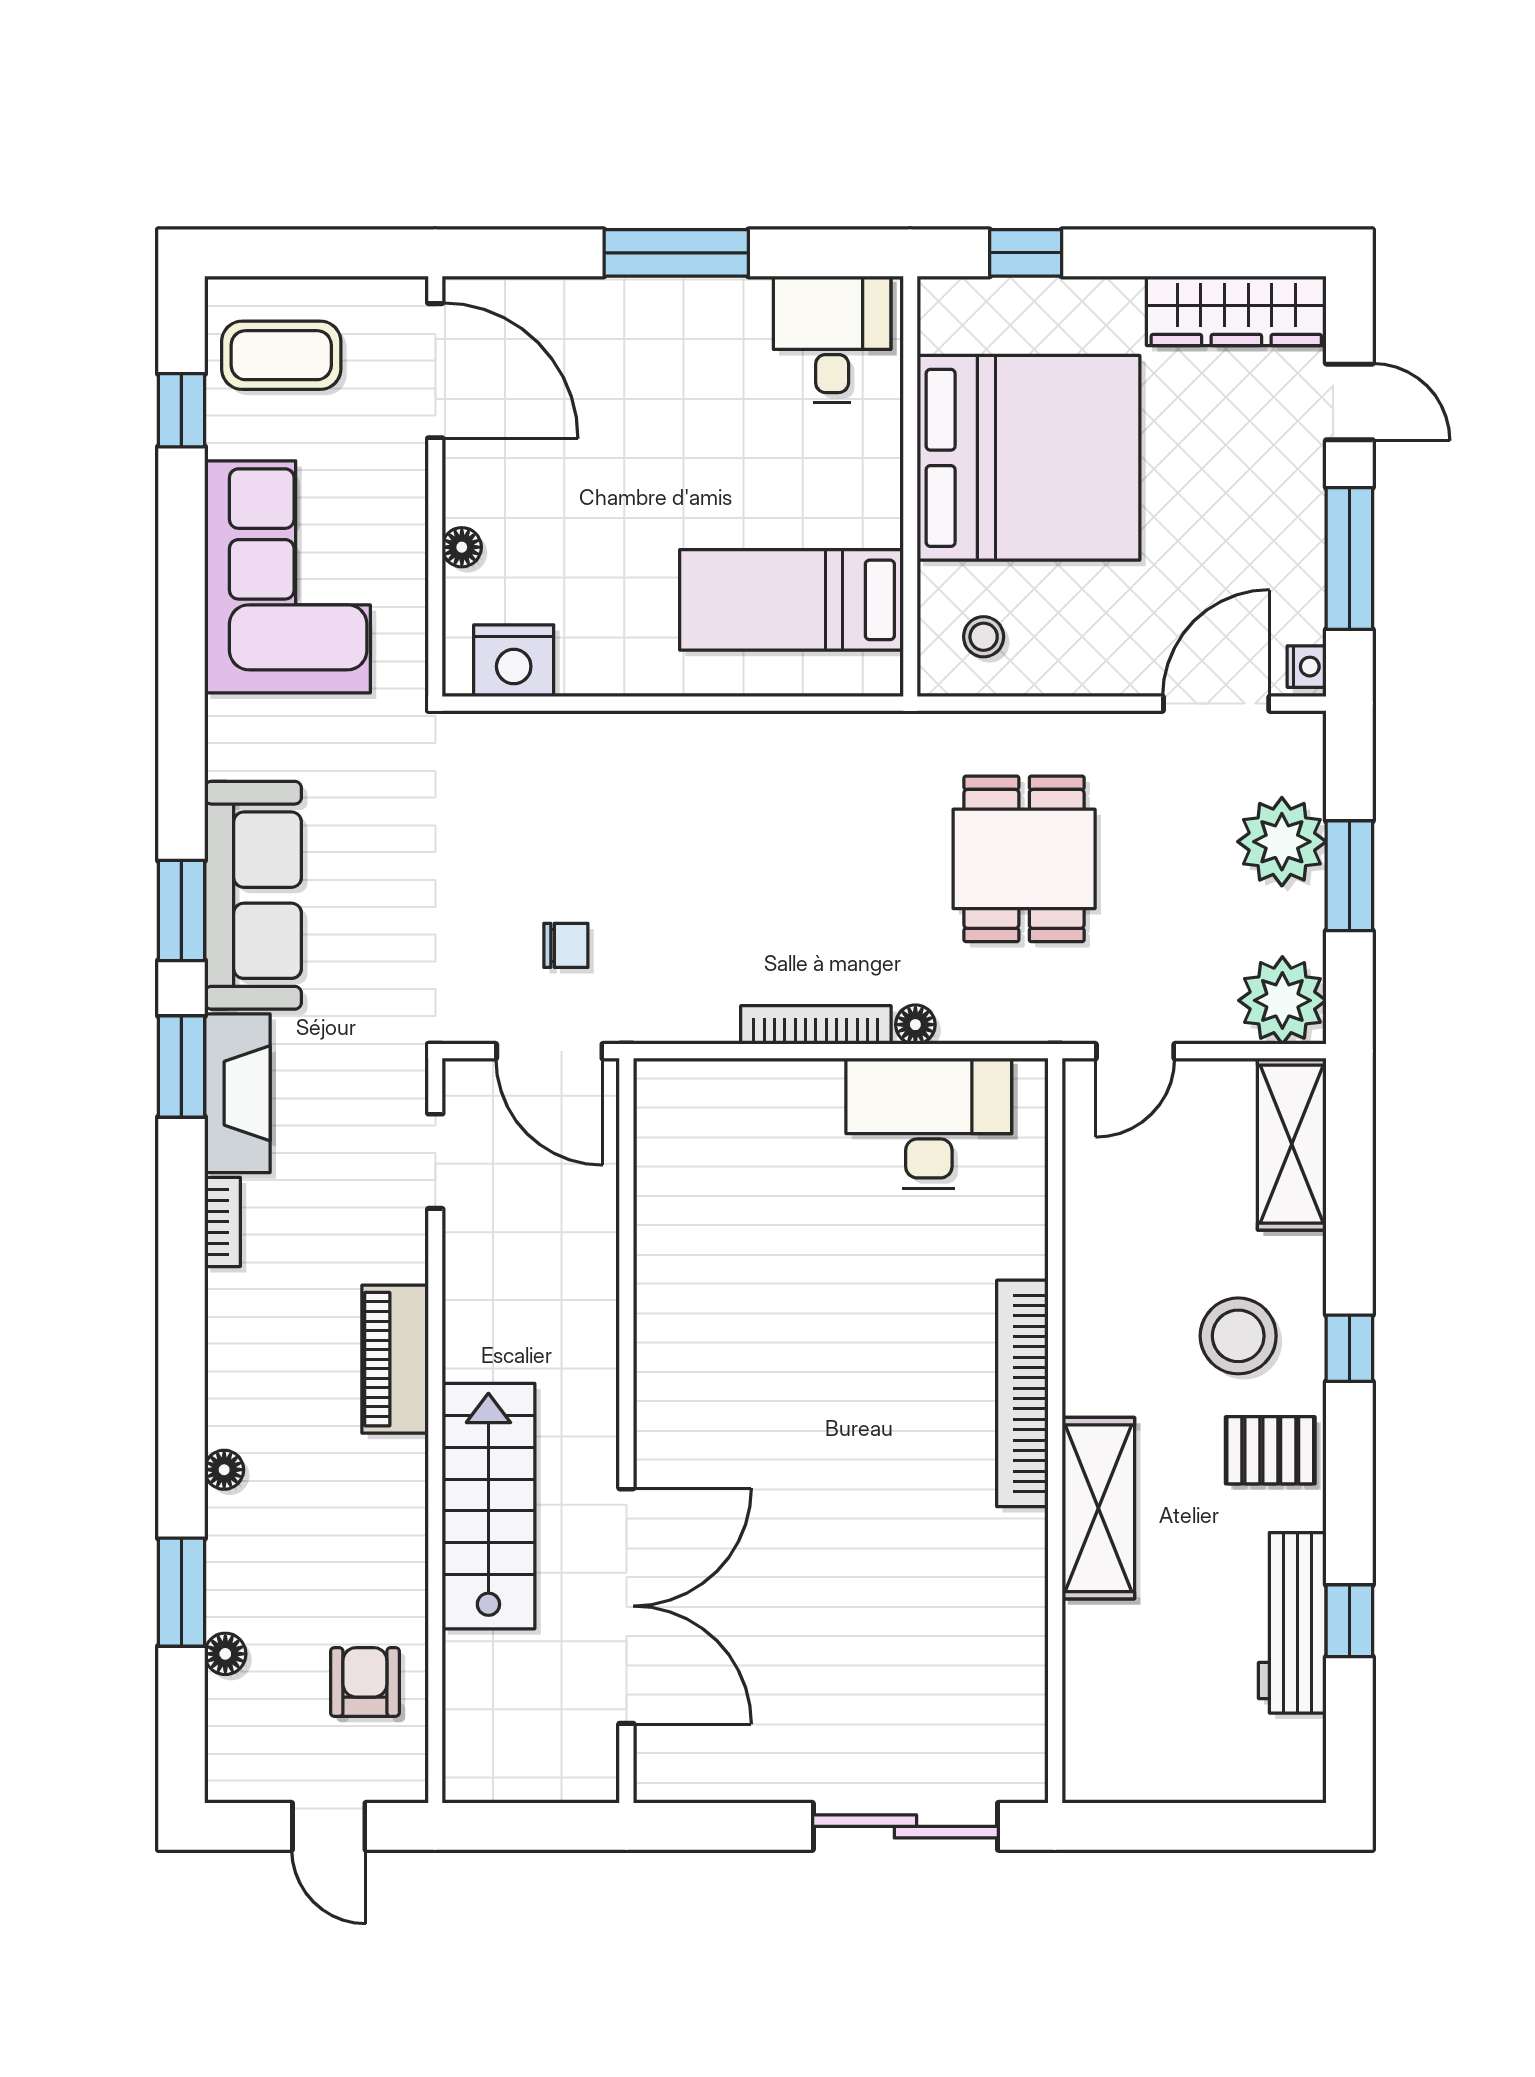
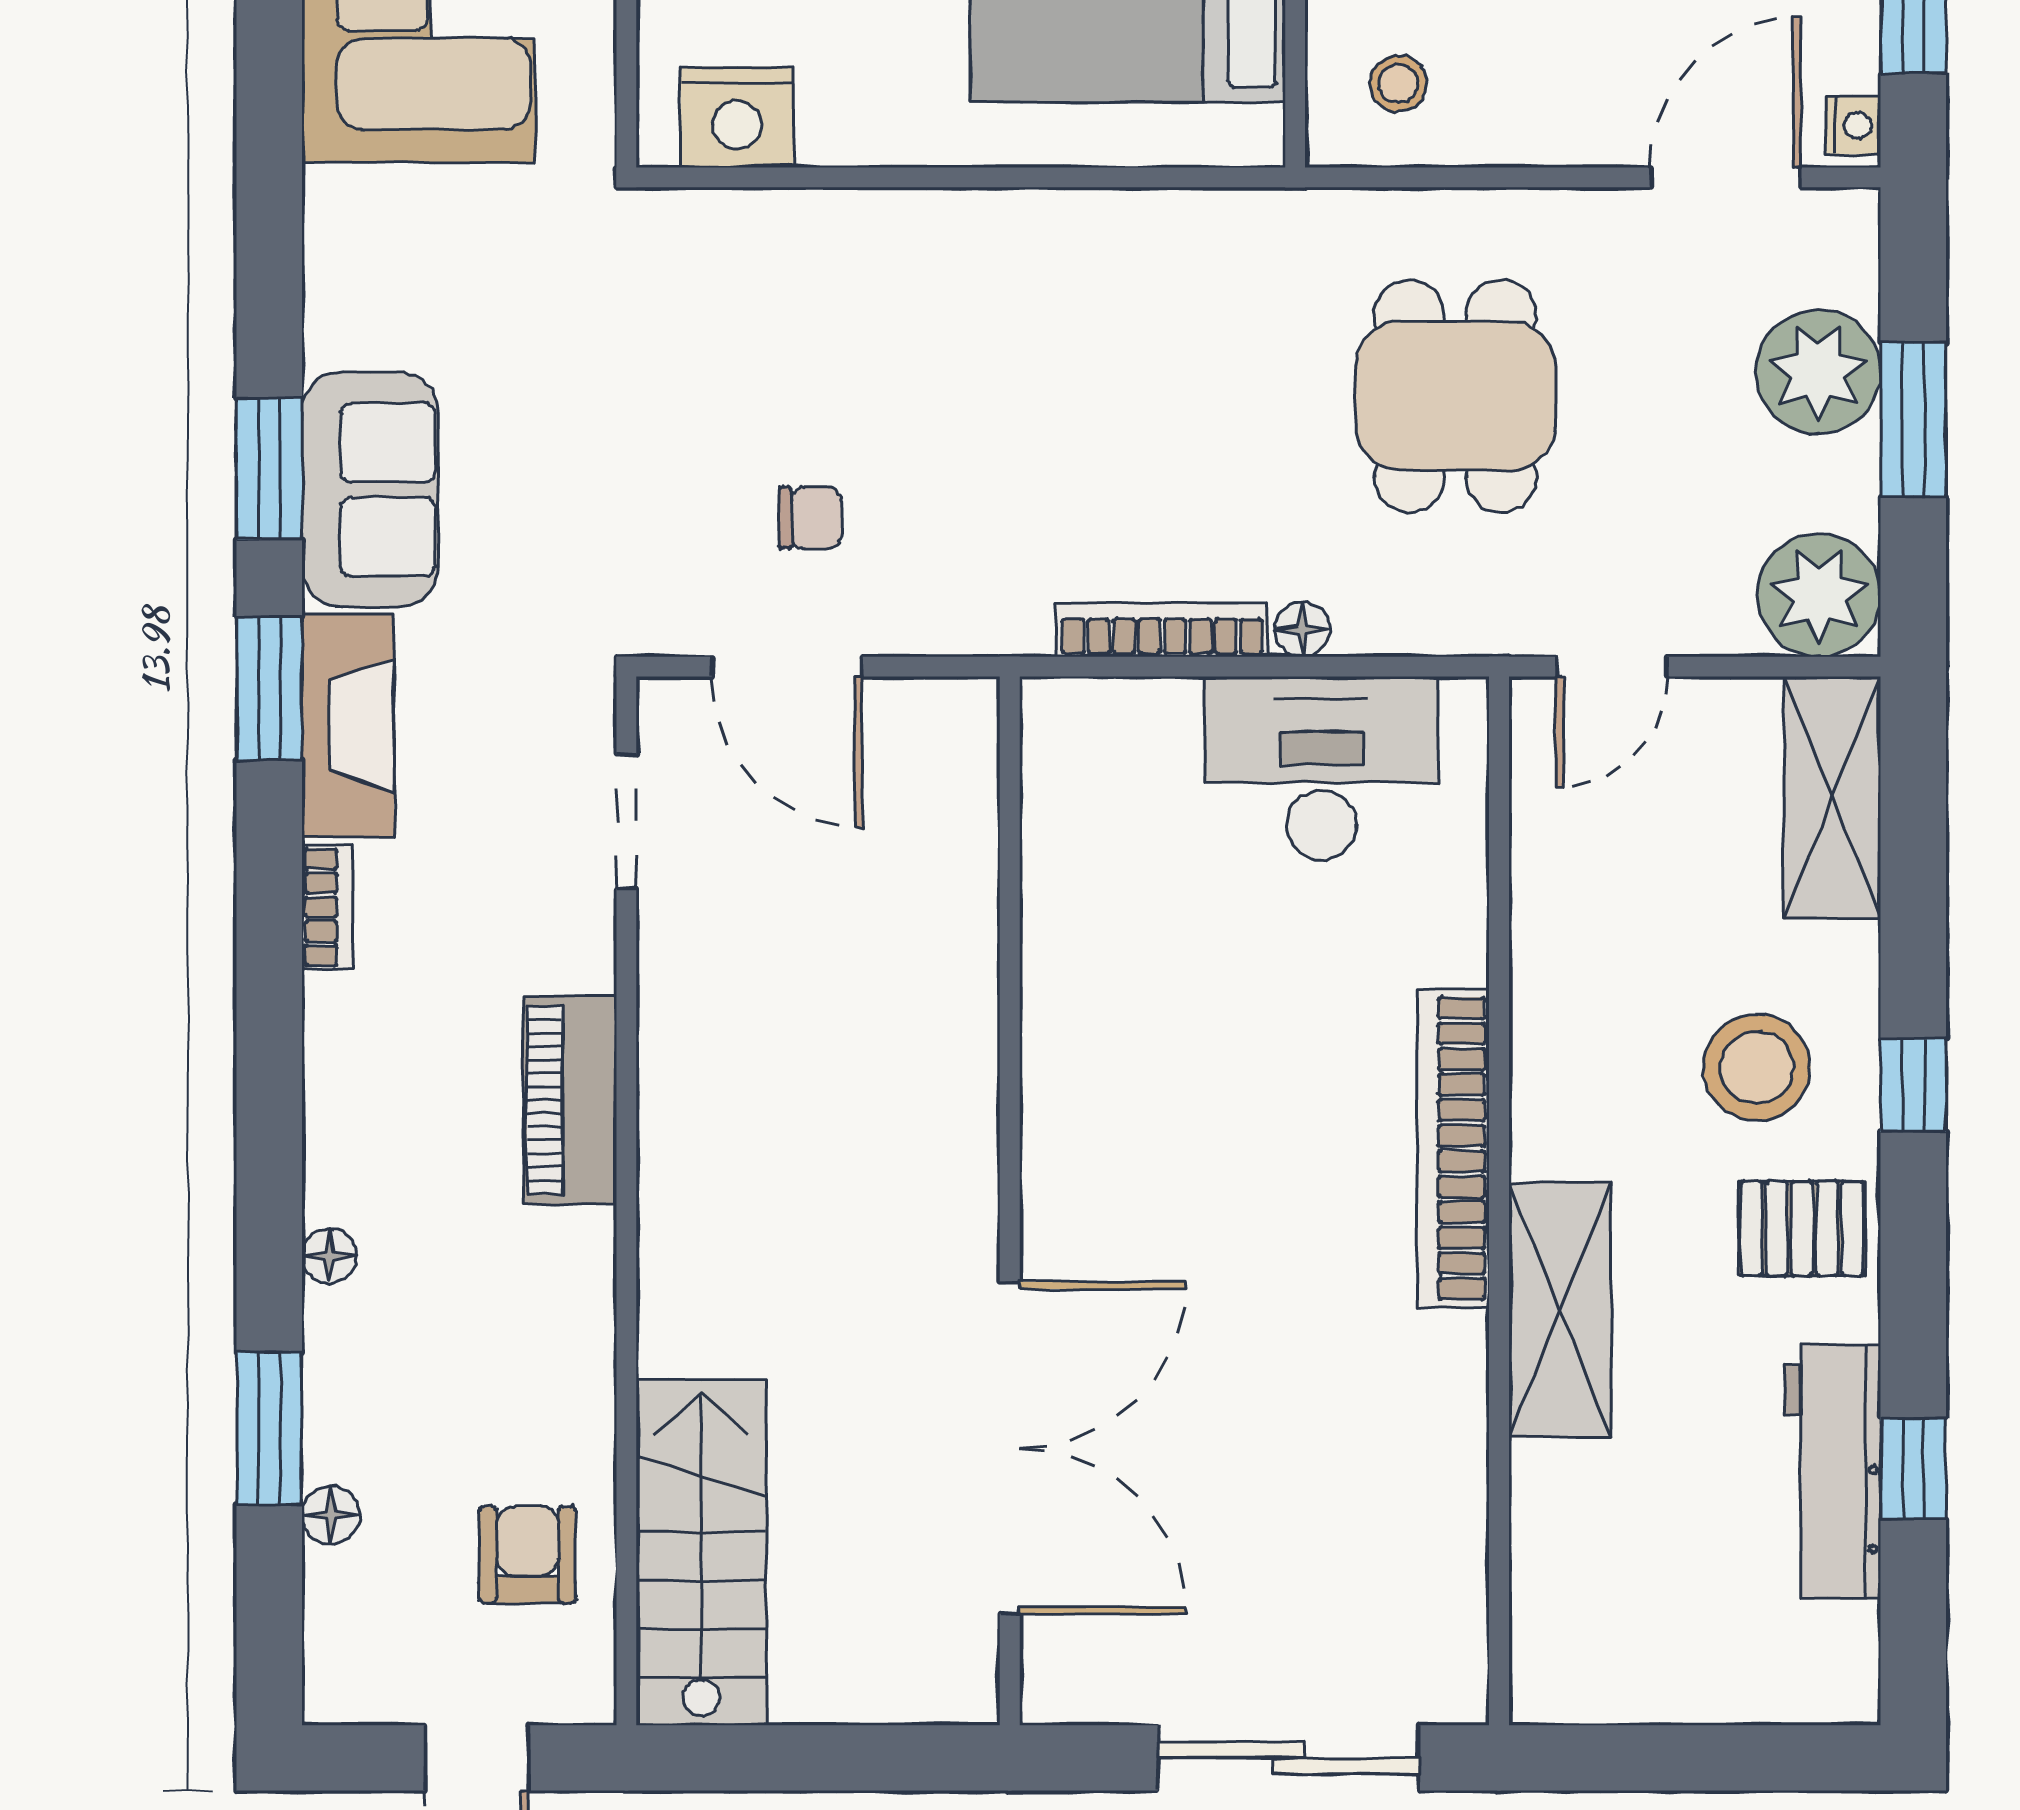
sofa: (253, 895) -> (370, 490), width x0.73
wall: (626, 1431) -> (1010, 1201), moved
stairs: (488, 1506) -> (701, 1552), moved
double door: (626, 1606) -> (1010, 1448), moved

